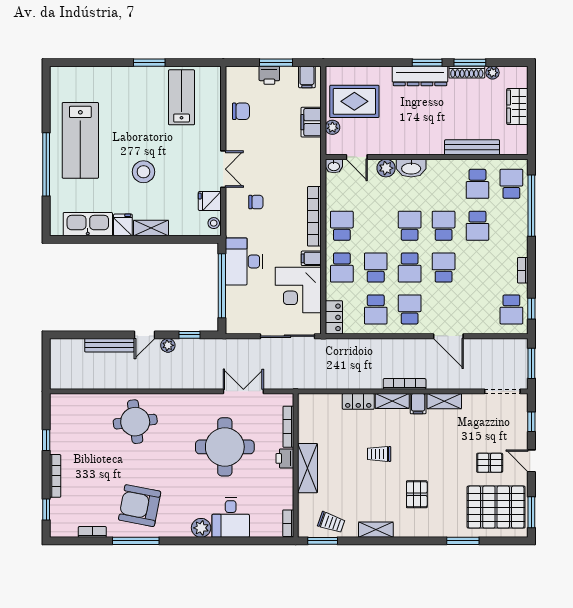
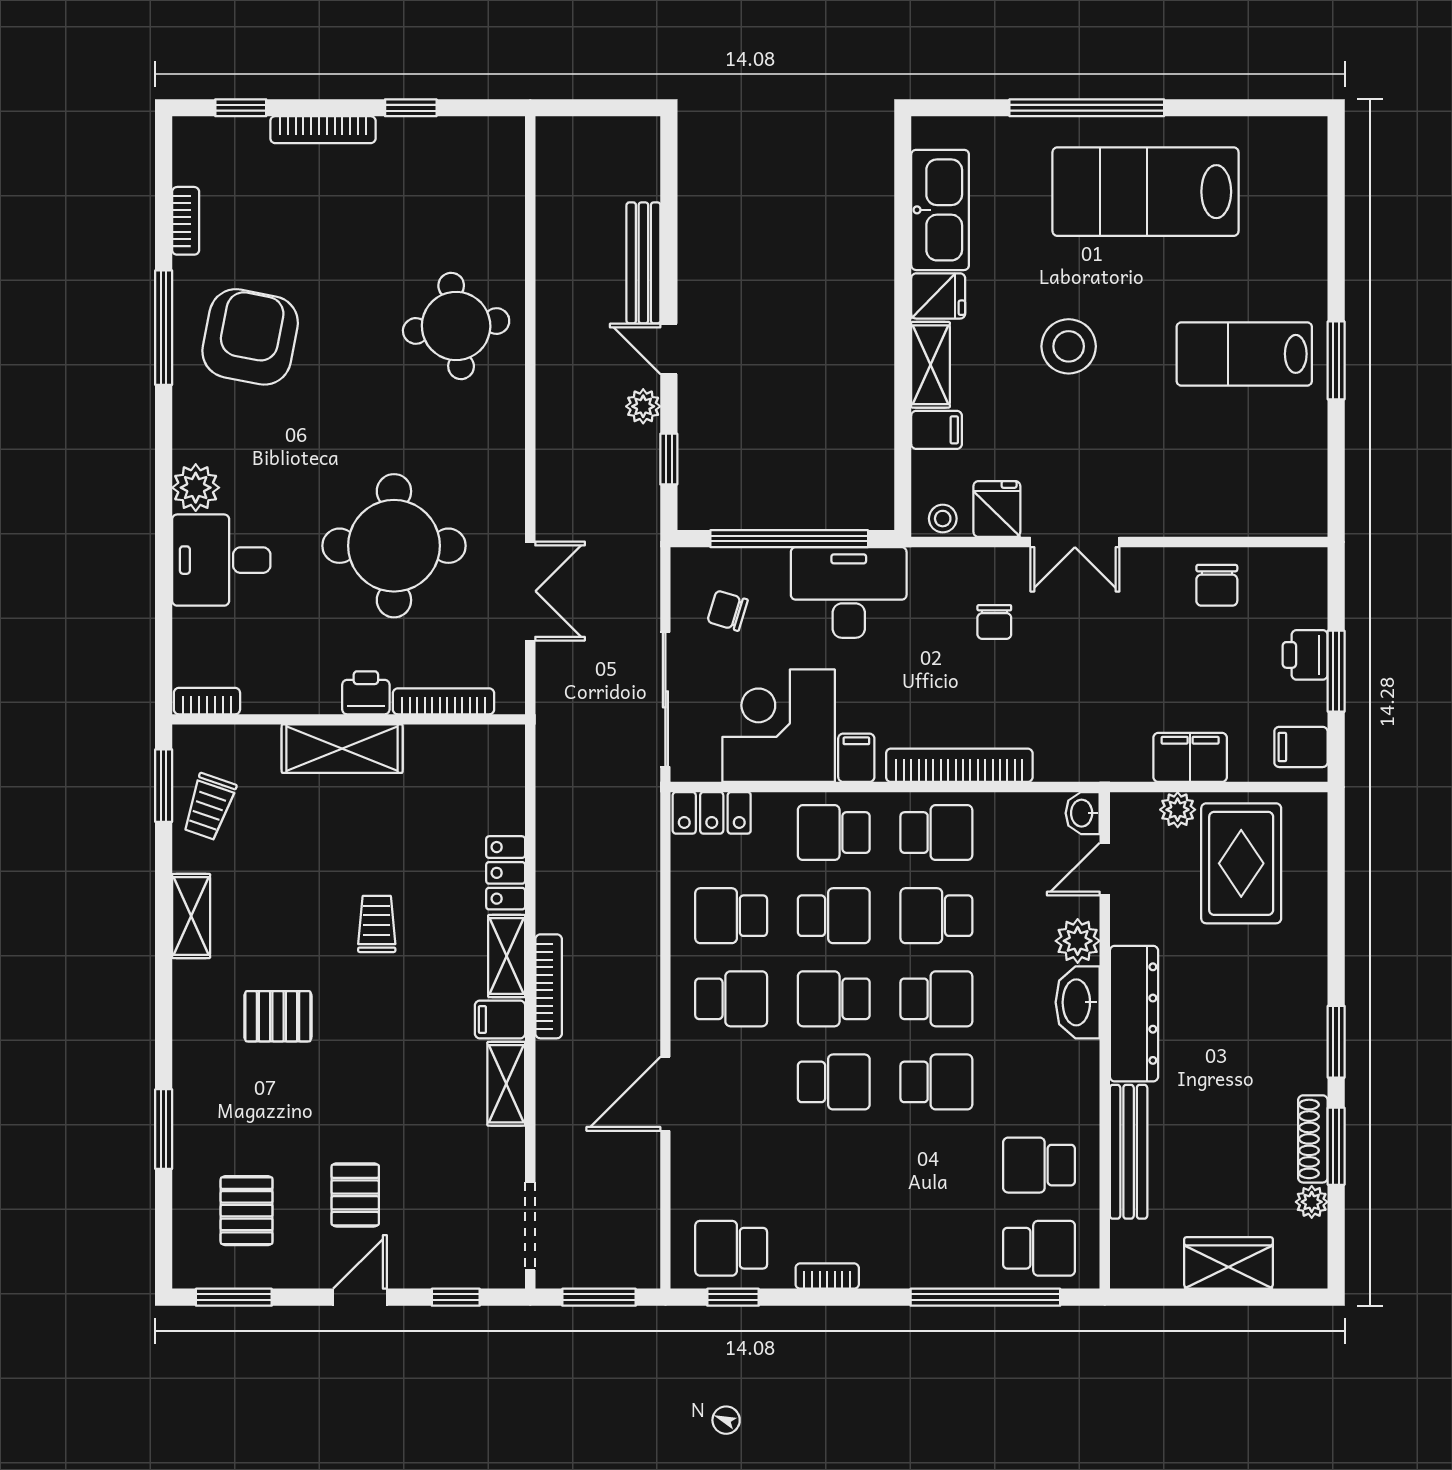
dresser: (420, 76) -> (1134, 1014), moved, turned 180
lab bench: (182, 97) -> (1244, 354), moved, turned 180
filing cabinet: (178, 226) -> (937, 430), added
school desk: (477, 226) -> (936, 916), moved
chair: (251, 311) -> (728, 611), added
pallet: (496, 507) -> (247, 1211), width x0.49, depth x0.50

